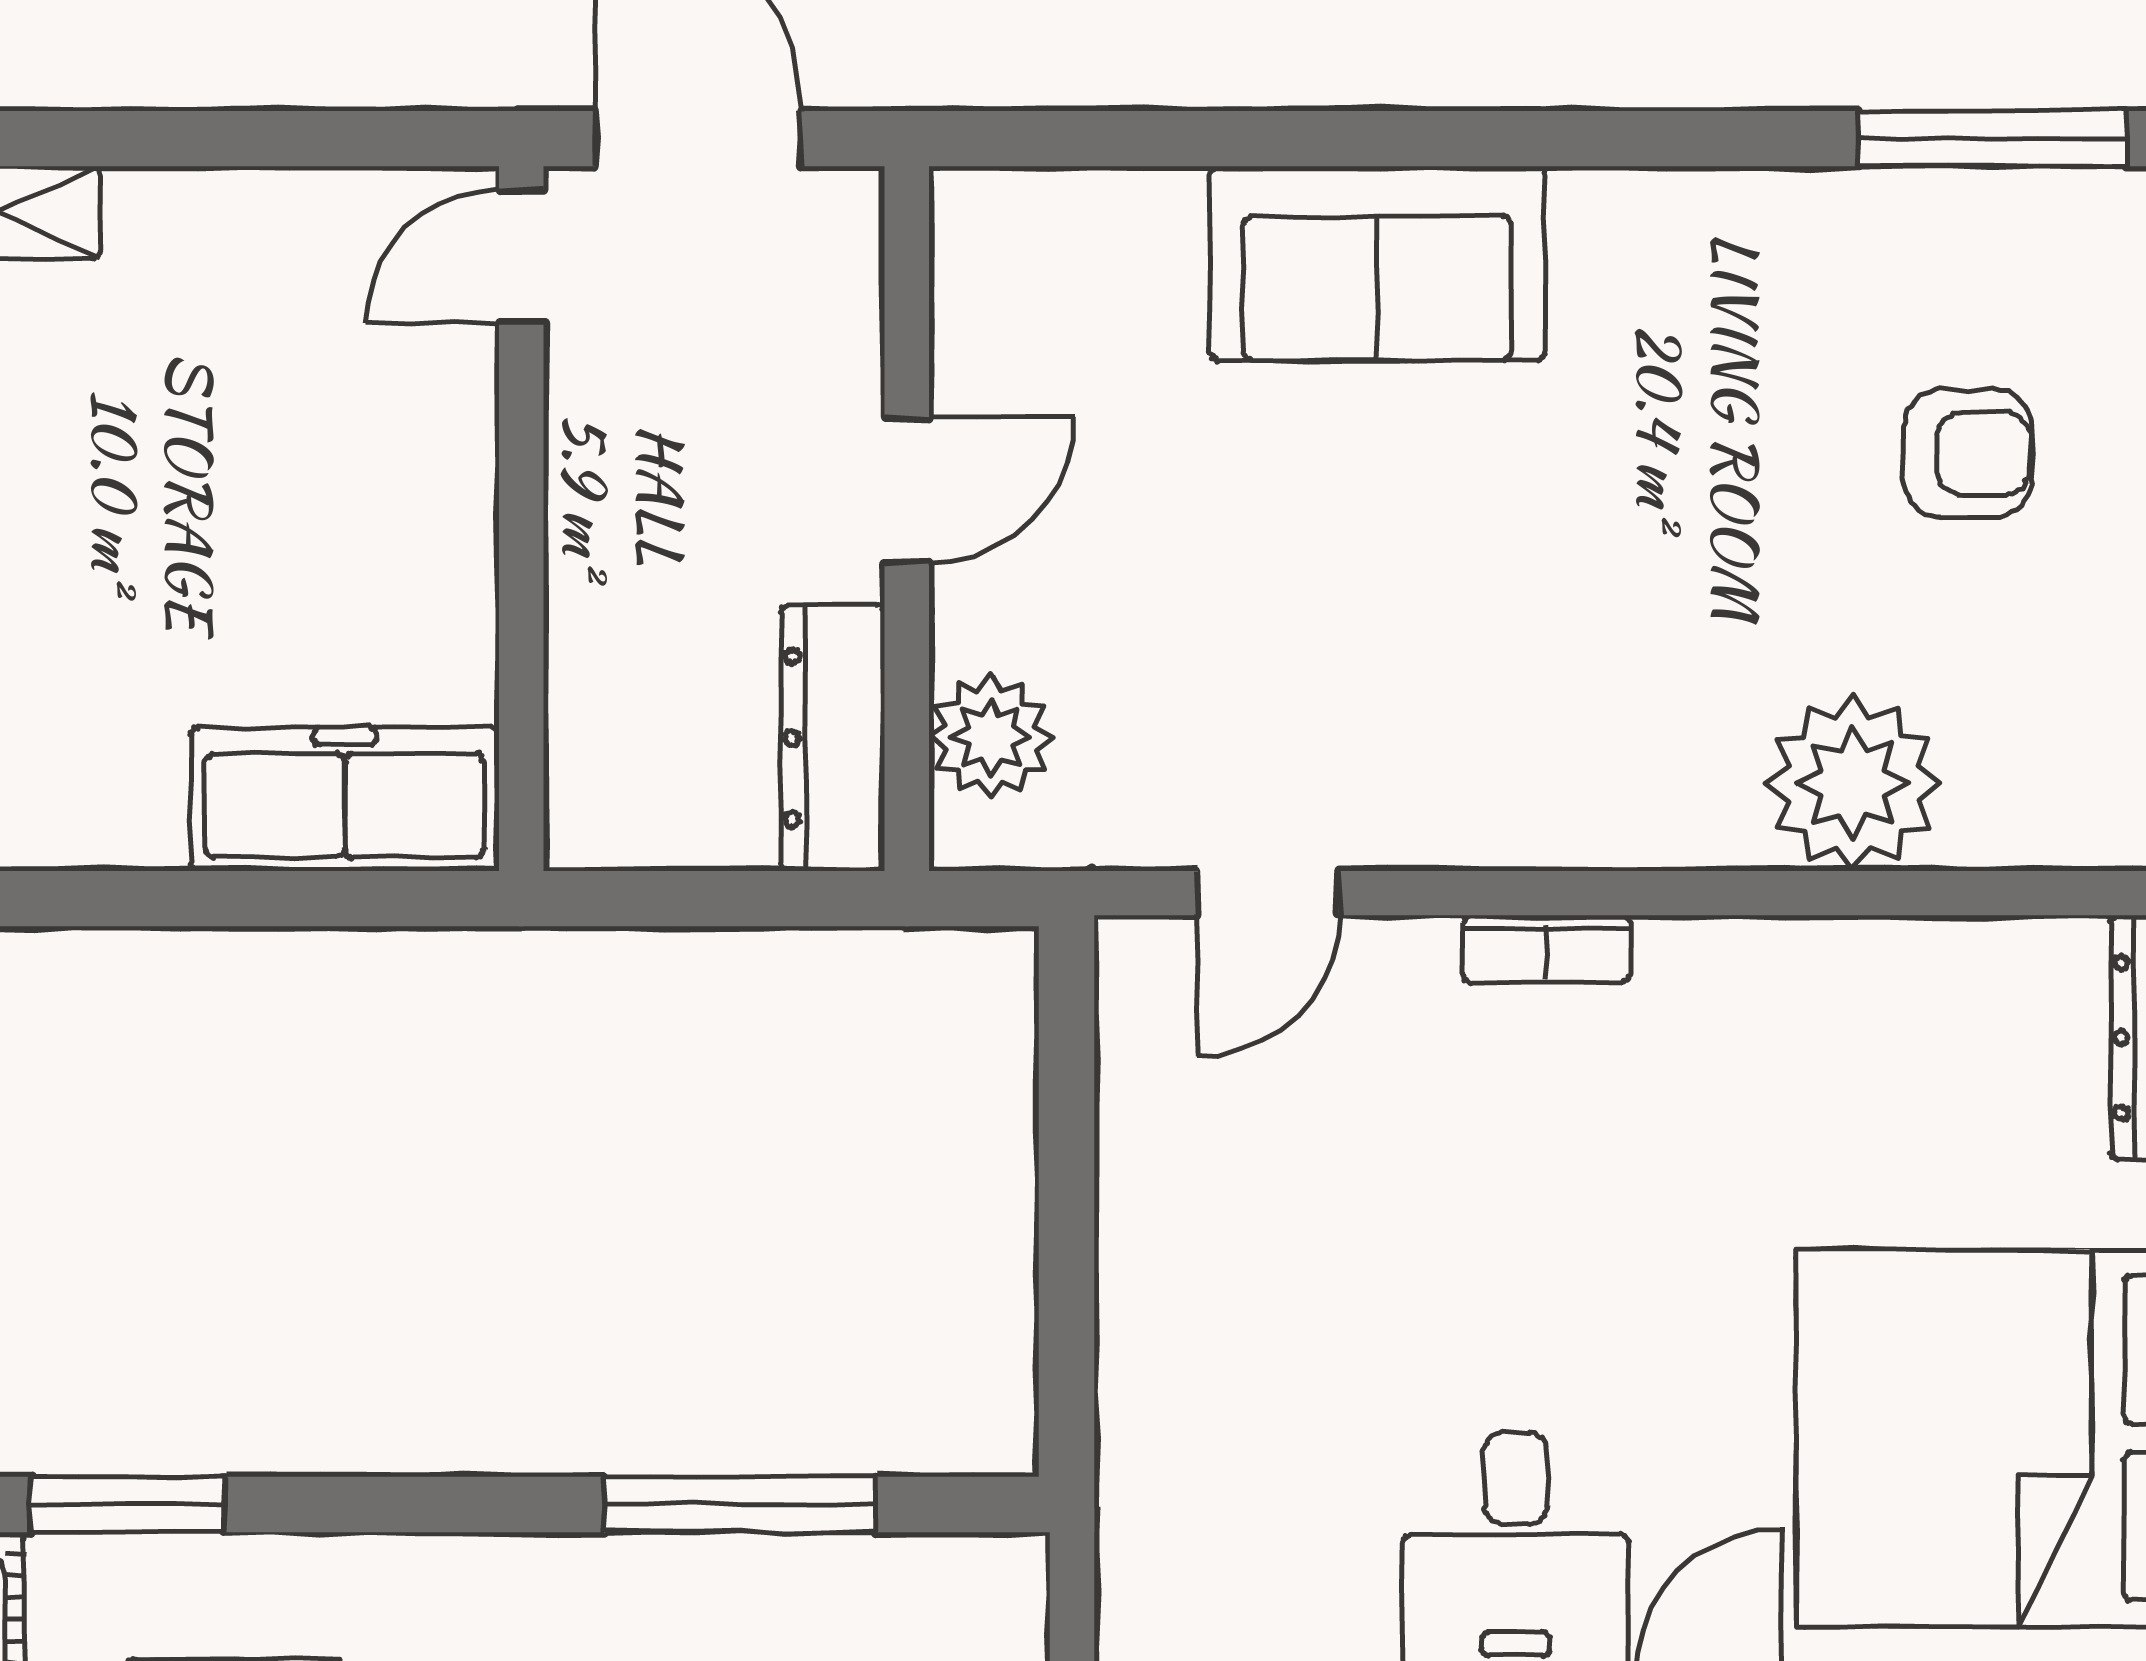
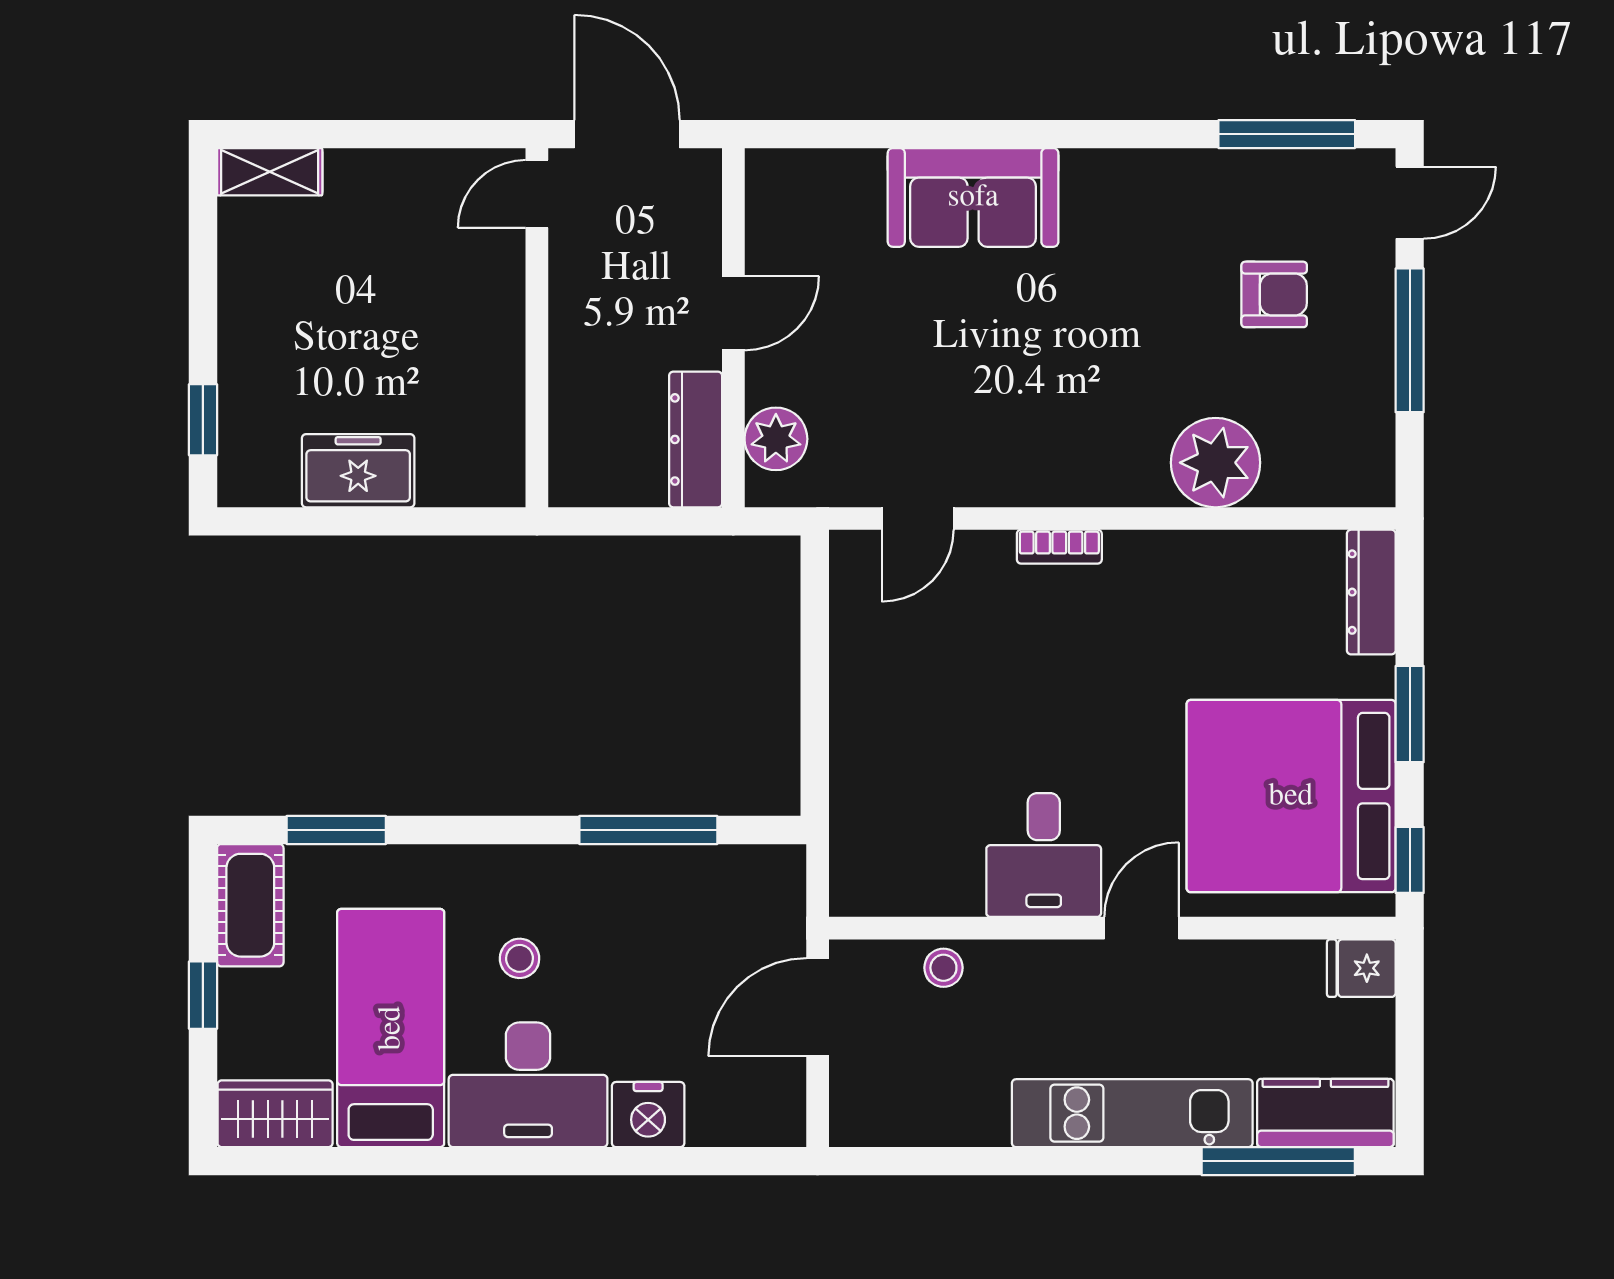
freezer: (345, 799) -> (358, 471), moved, width x0.71

